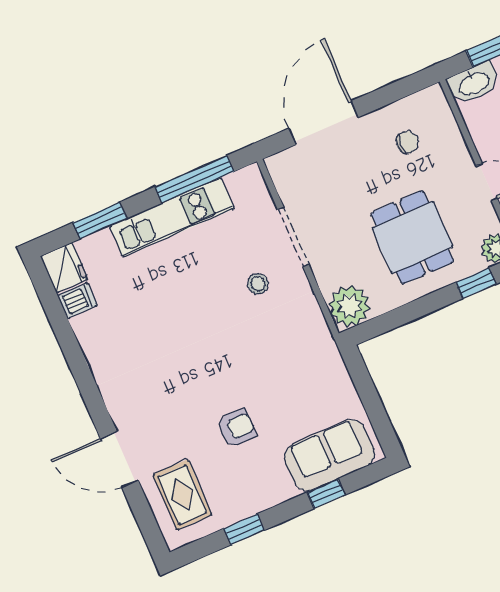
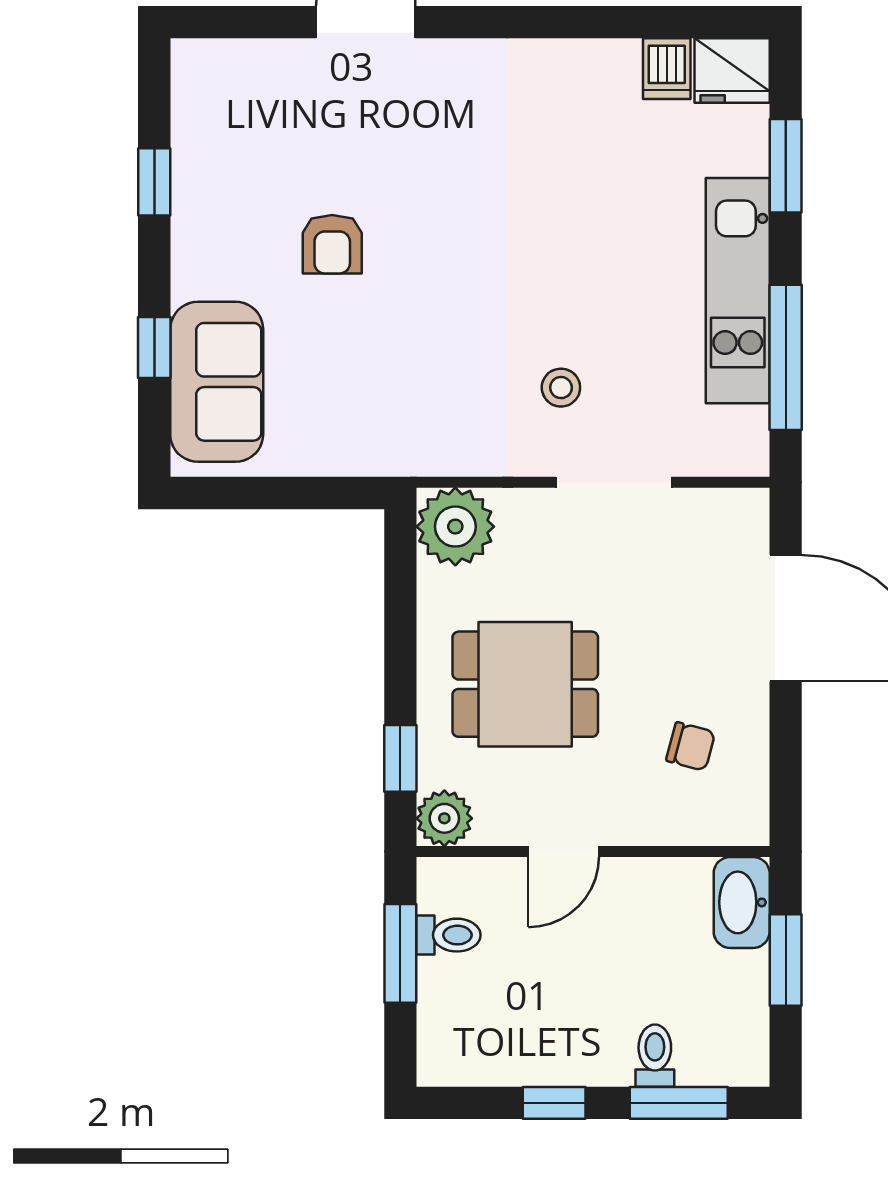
chair: (407, 142) -> (691, 746), turned -75
rug: (182, 495) -> (259, 103), removed

